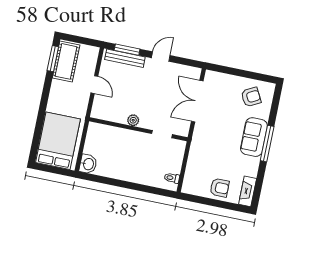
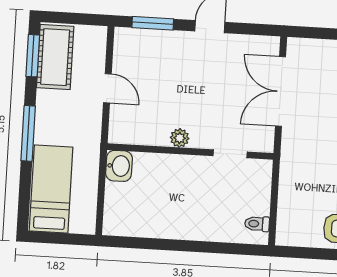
bench: (125, 58) -> (151, 38), removed
window: (43, 105) -> (28, 133), added
bed: (58, 141) -> (51, 189), width x0.67
washbasin: (88, 164) -> (119, 166), moved

